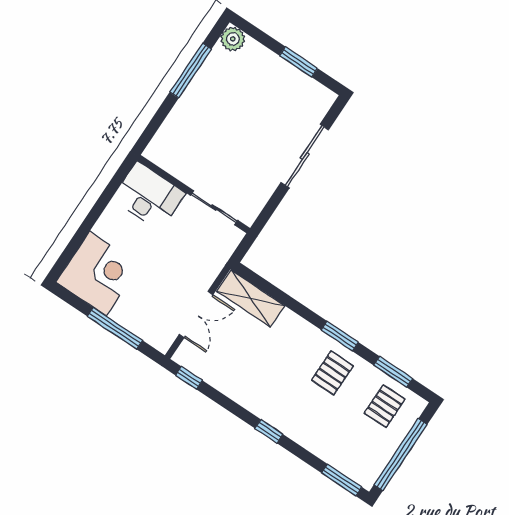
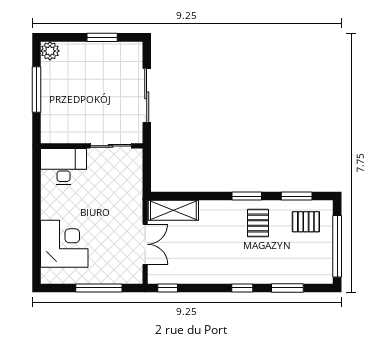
wall: (194, 194) -> (92, 146), moved
desk: (149, 196) -> (64, 166), moved
sliding door: (214, 208) -> (111, 146), moved
corner desk: (98, 274) -> (64, 244), moved
pallet: (385, 406) -> (306, 222), turned 90
window: (342, 480) -> (287, 288), moved

